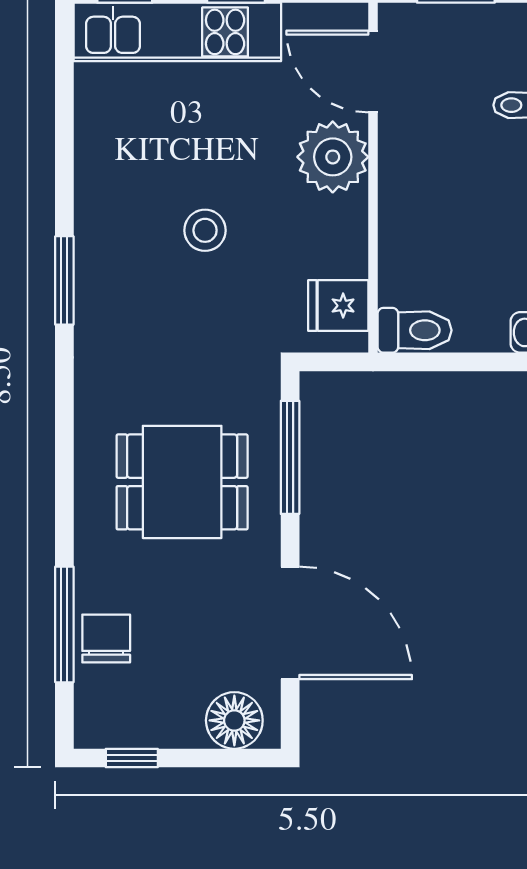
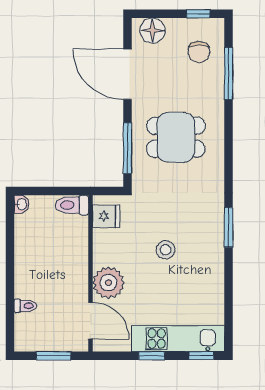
chair: (106, 638) -> (199, 52), moved

